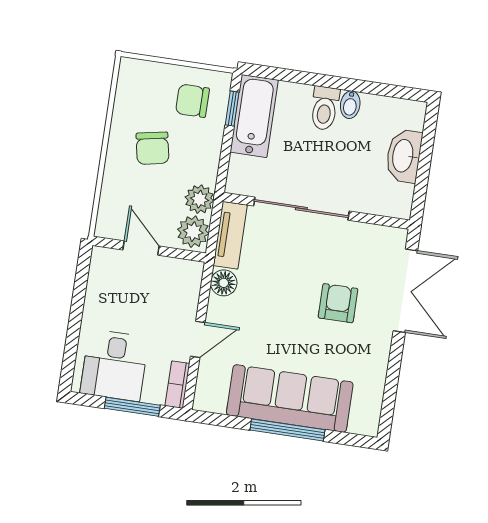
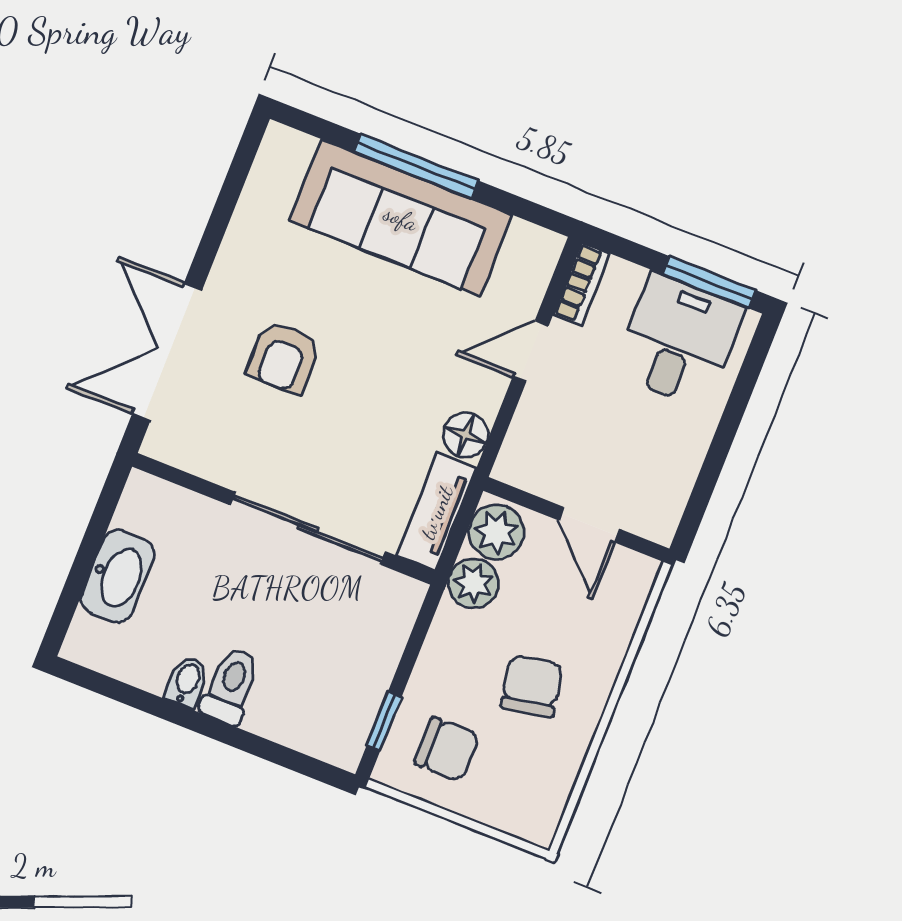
bathtub: (254, 116) -> (351, 700), removed
window: (132, 407) -> (709, 282), moved

